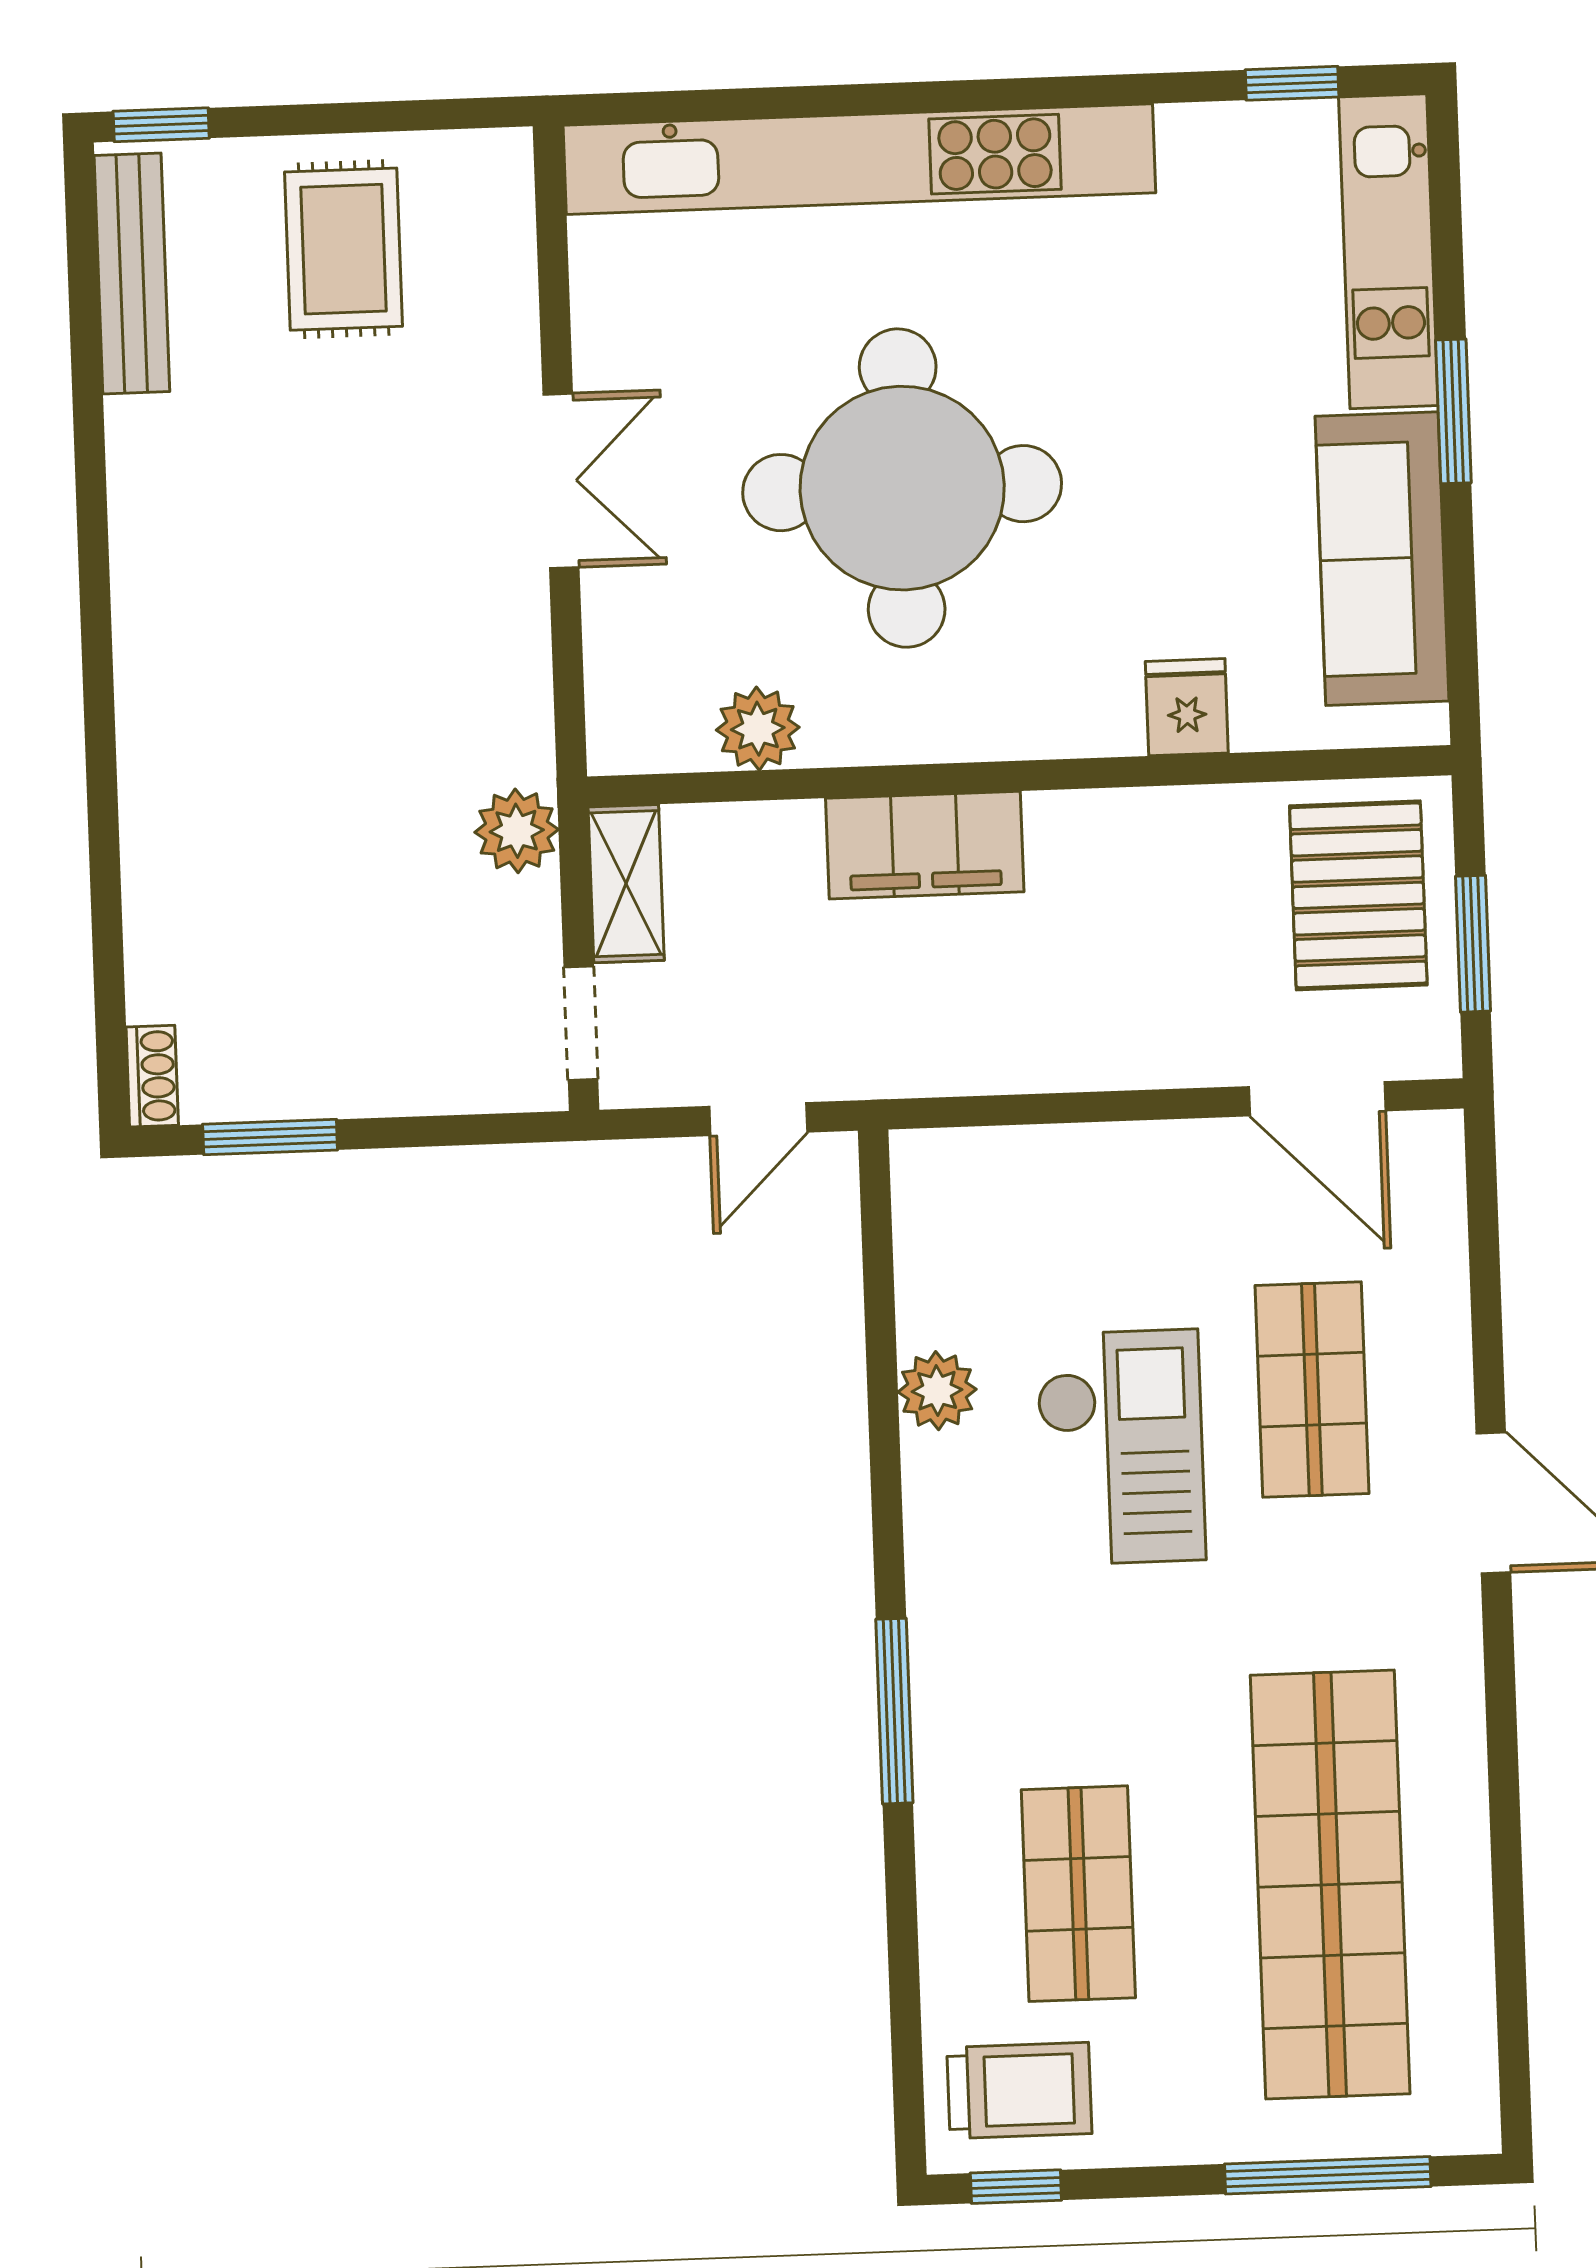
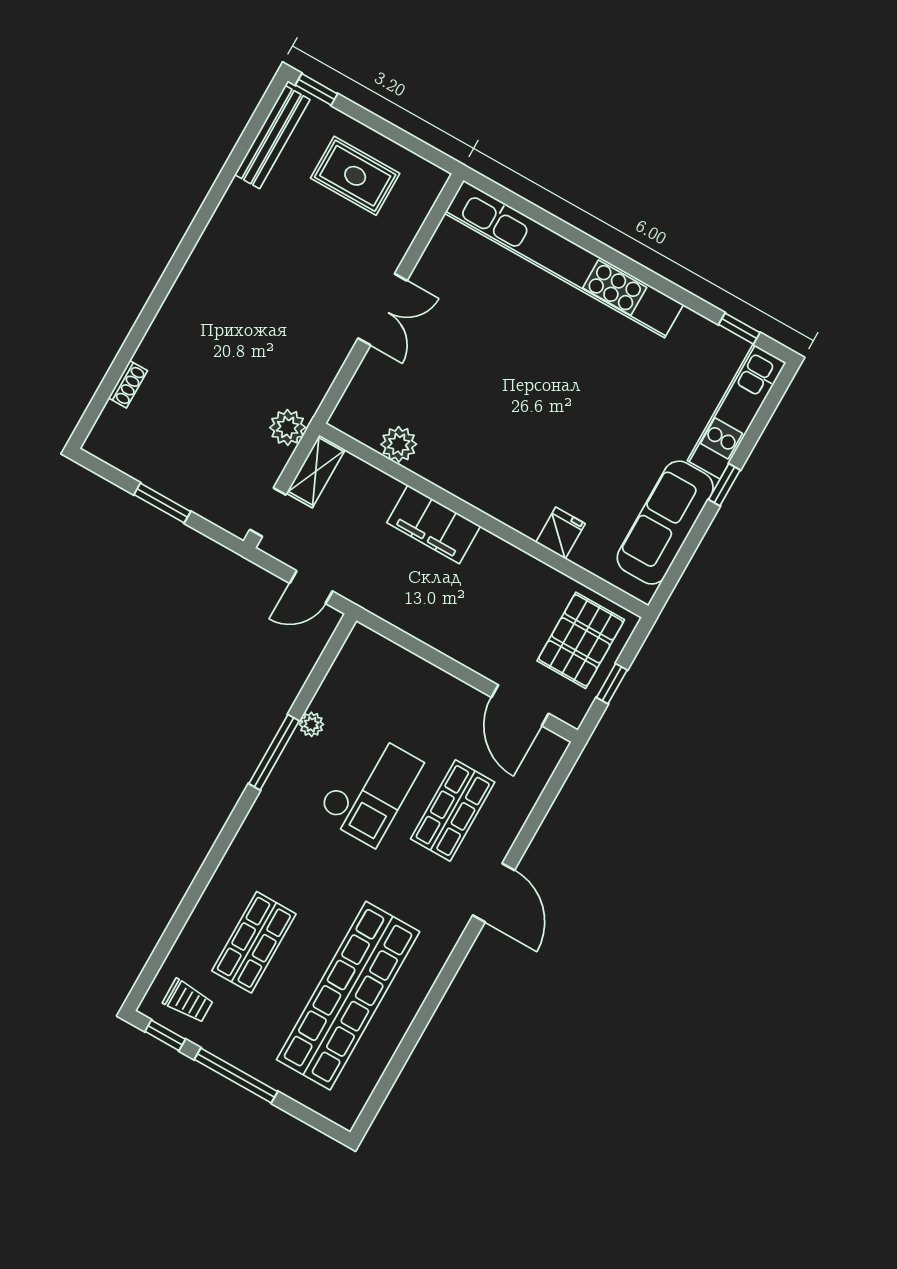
rug: (343, 249) -> (355, 176), turned 90
window: (1453, 411) -> (724, 485), width x0.67
round table: (902, 488) -> (506, 389), removed
window: (1473, 944) -> (612, 684), width x0.67
shoe rack: (152, 1076) -> (128, 384), moved
window: (270, 1137) -> (162, 503), moved
plant: (937, 1391) -> (311, 724), width x0.73, depth x0.73
window: (894, 1711) -> (274, 752), moved
trolley: (1019, 2090) -> (188, 1001), width x0.73, depth x0.72
window: (1328, 2175) -> (236, 1075), moved

